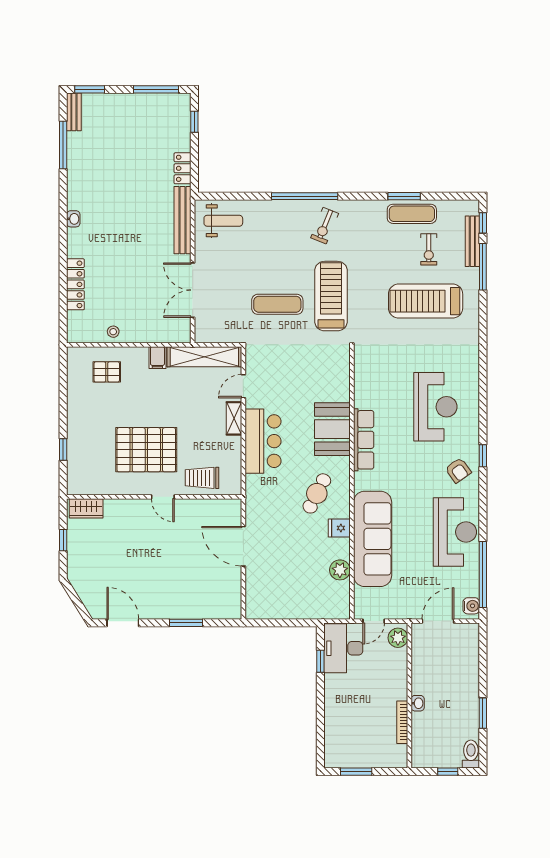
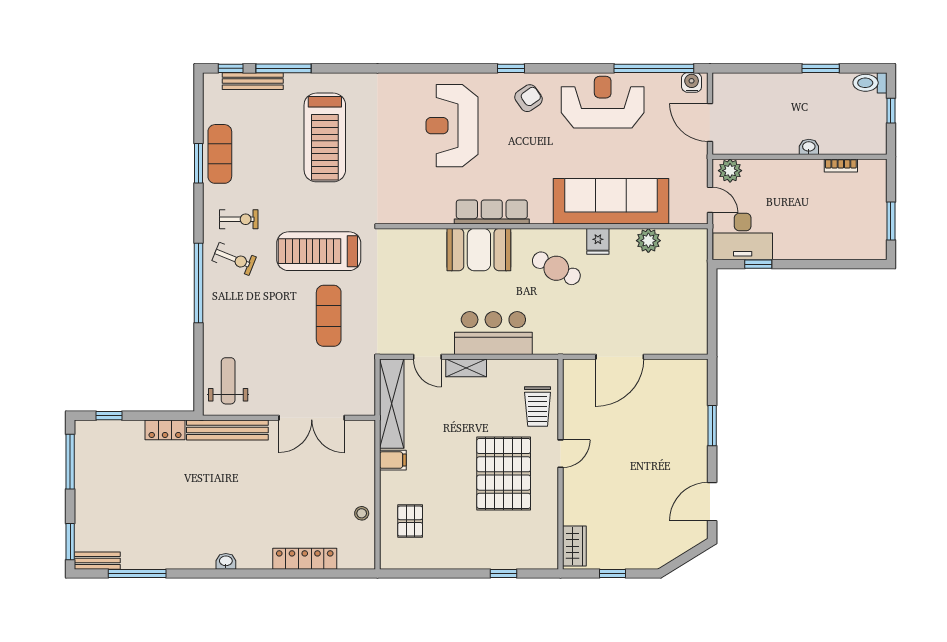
exercise bike: (429, 249) -> (239, 219), moved
reception desk: (435, 407) -> (452, 126), turned -90
bookcase: (402, 722) -> (841, 165), width x0.64

